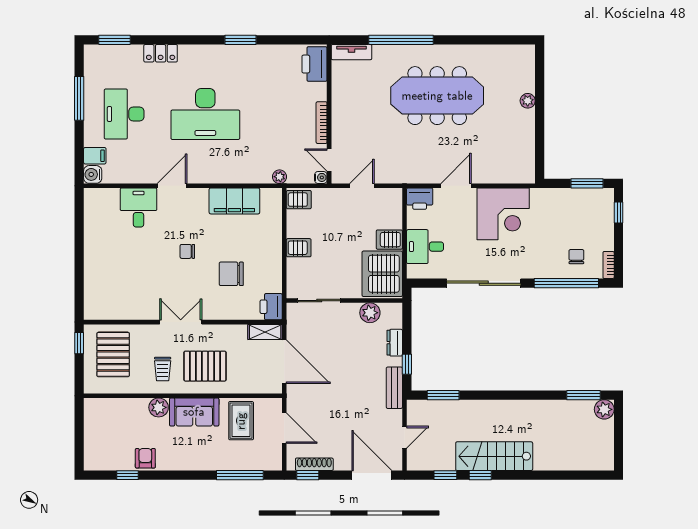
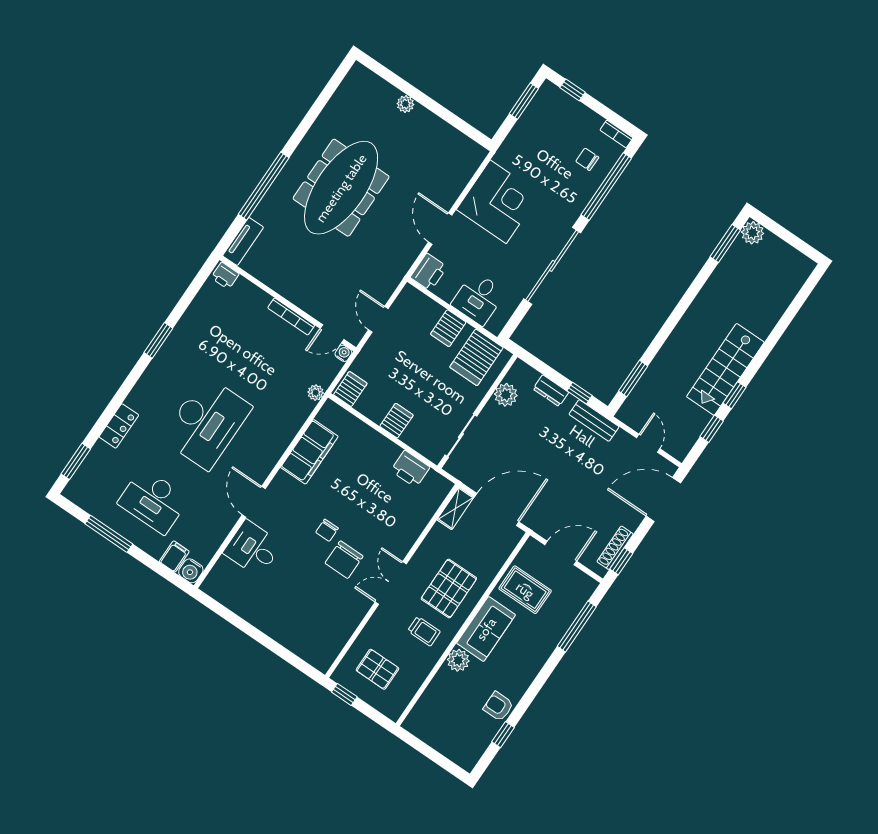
printer: (315, 64) -> (225, 276), width x0.53, depth x0.68
chair: (231, 274) -> (344, 560), moved
server rack: (382, 274) -> (476, 357), width x0.62
printer: (271, 307) -> (410, 469), moved
pallet: (113, 354) -> (377, 669), width x0.67, depth x0.71

